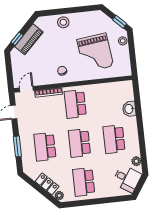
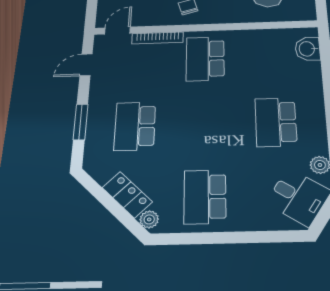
washbasin: (129, 109) -> (308, 49), moved
school desk: (79, 143) -> (205, 124), removed

